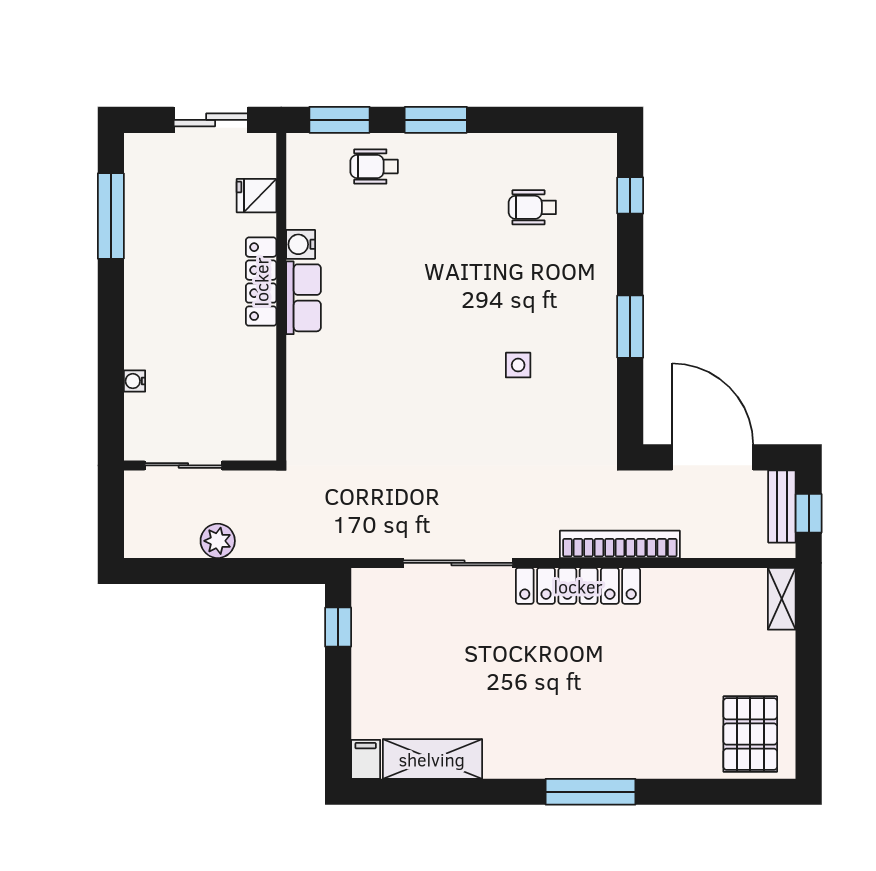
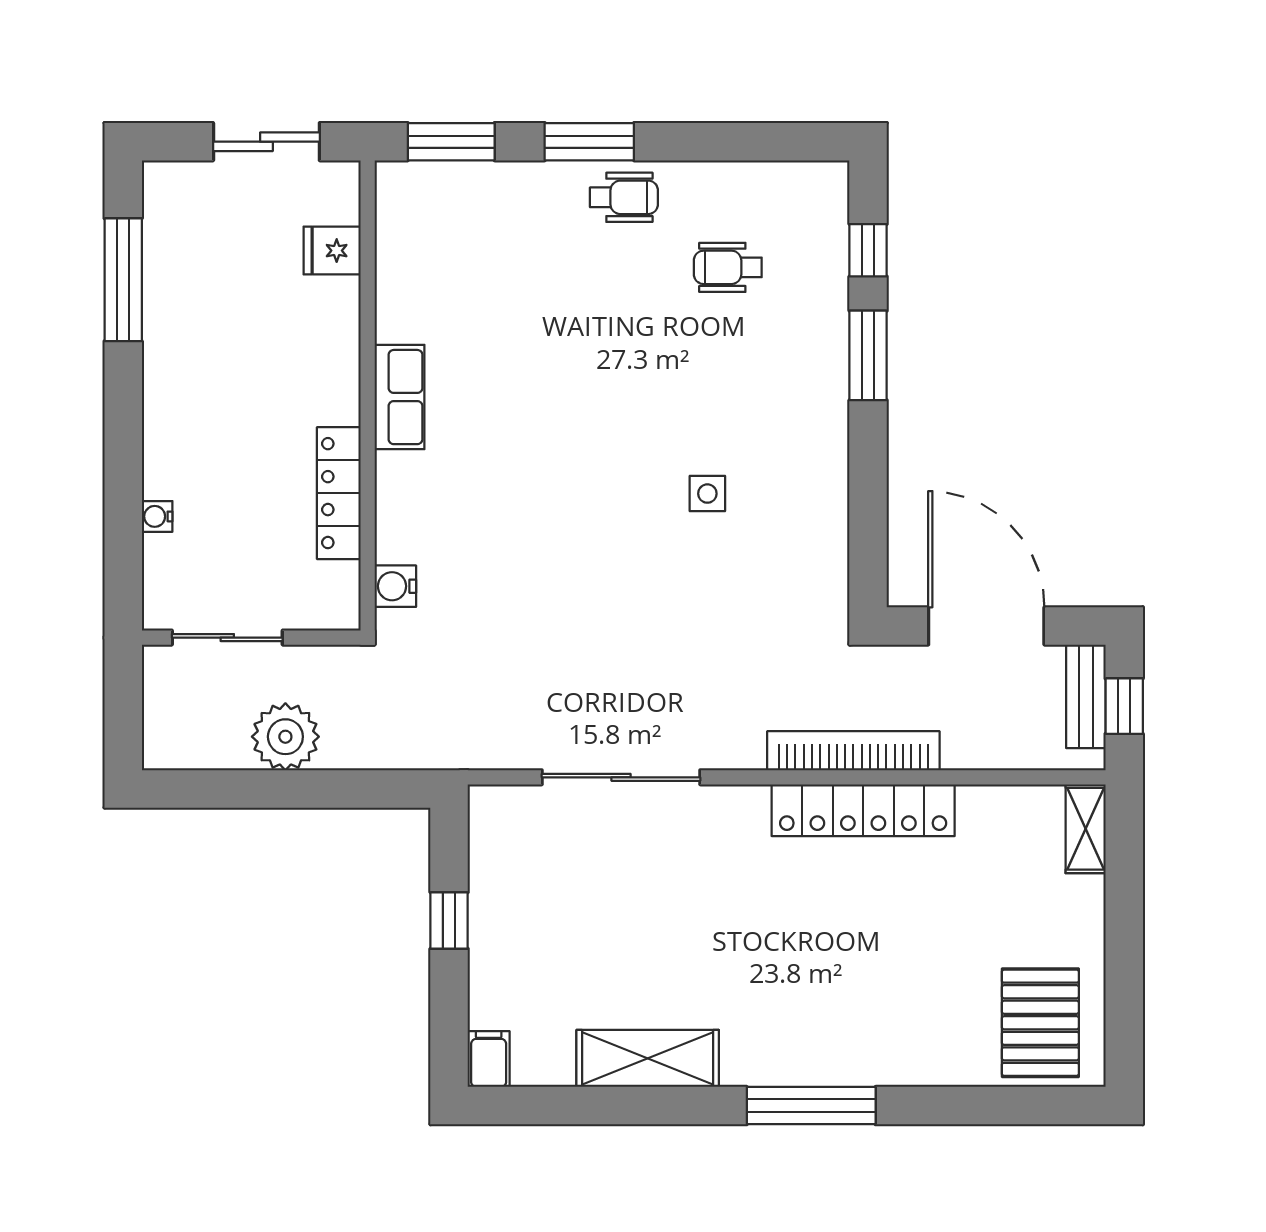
wheelchair: (374, 166) -> (624, 197), moved, turned 180
water cooler: (301, 244) -> (395, 586), moved
locker: (261, 282) -> (339, 493), moved
window: (630, 327) -> (868, 355), moved
plant: (218, 541) -> (285, 737), width x1.36, depth x1.36
locker: (578, 586) -> (863, 810), moved
window: (338, 627) -> (449, 921), moved
shelving: (432, 759) -> (648, 1058), moved

